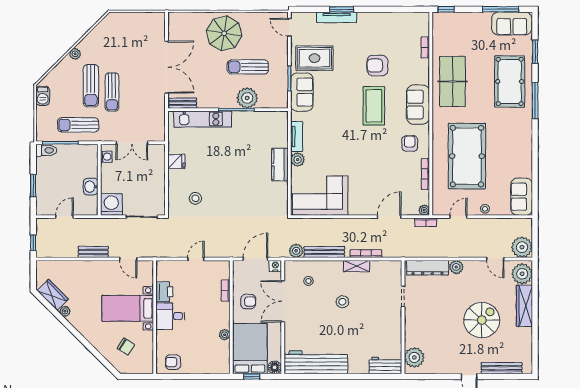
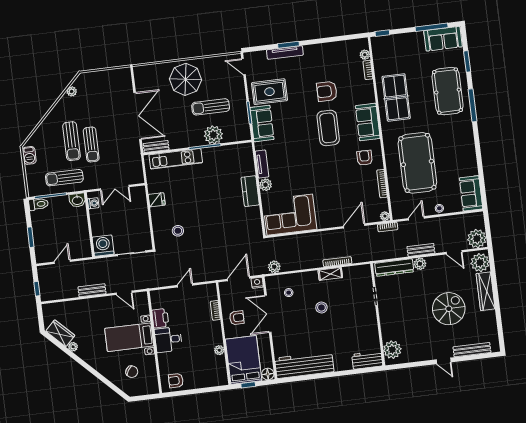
plant: (424, 31) -> (365, 55), added
plant: (75, 54) -> (72, 91), moved
washbasin: (91, 187) -> (77, 200), moved, turned -90
bench: (324, 252) -> (421, 250), moved, width x0.73

